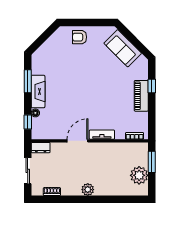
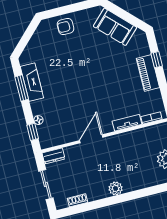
fireplace: (38, 92) -> (32, 82), moved
tv unit: (102, 135) -> (127, 123), moved

